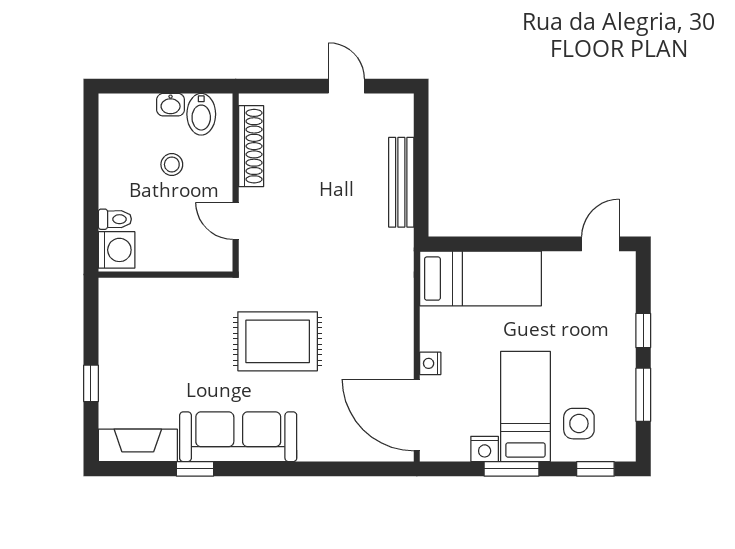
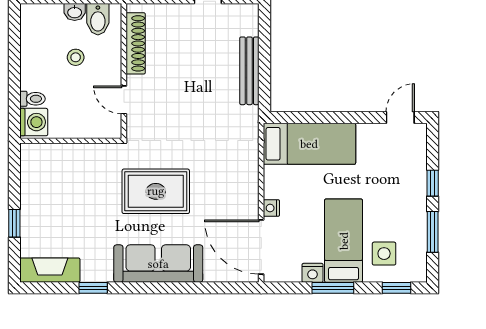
sofa: (238, 437) -> (158, 264), moved

